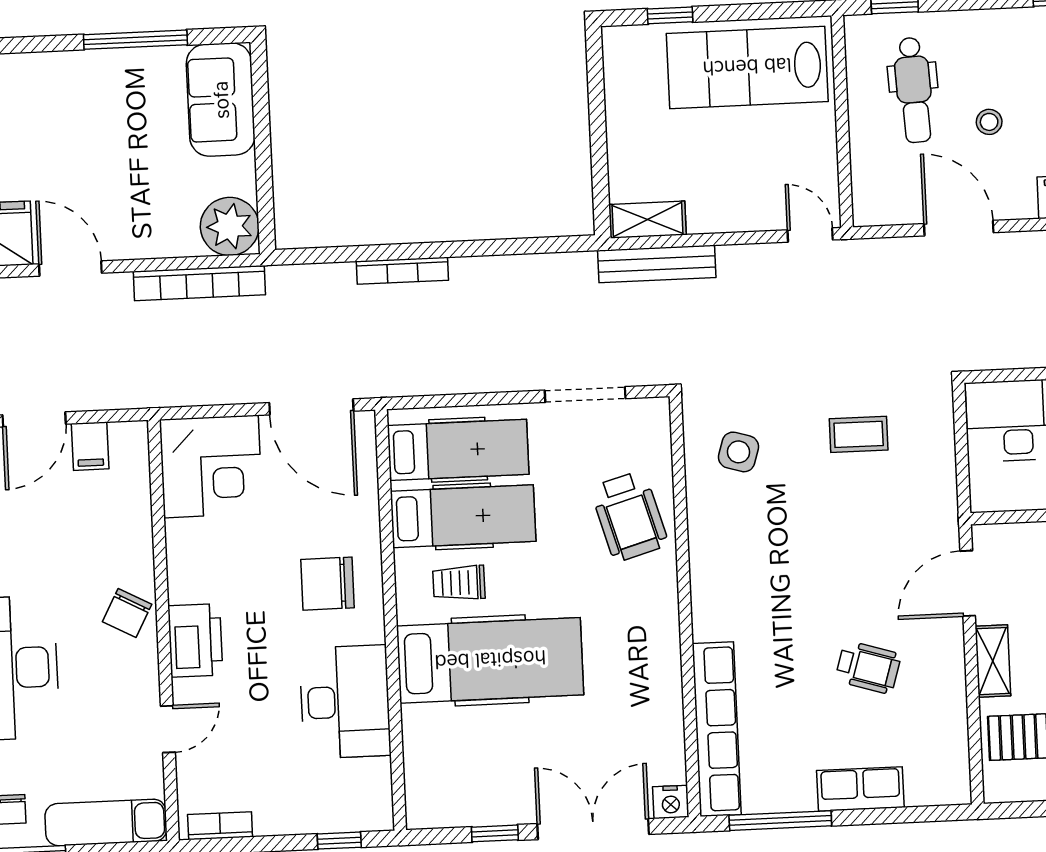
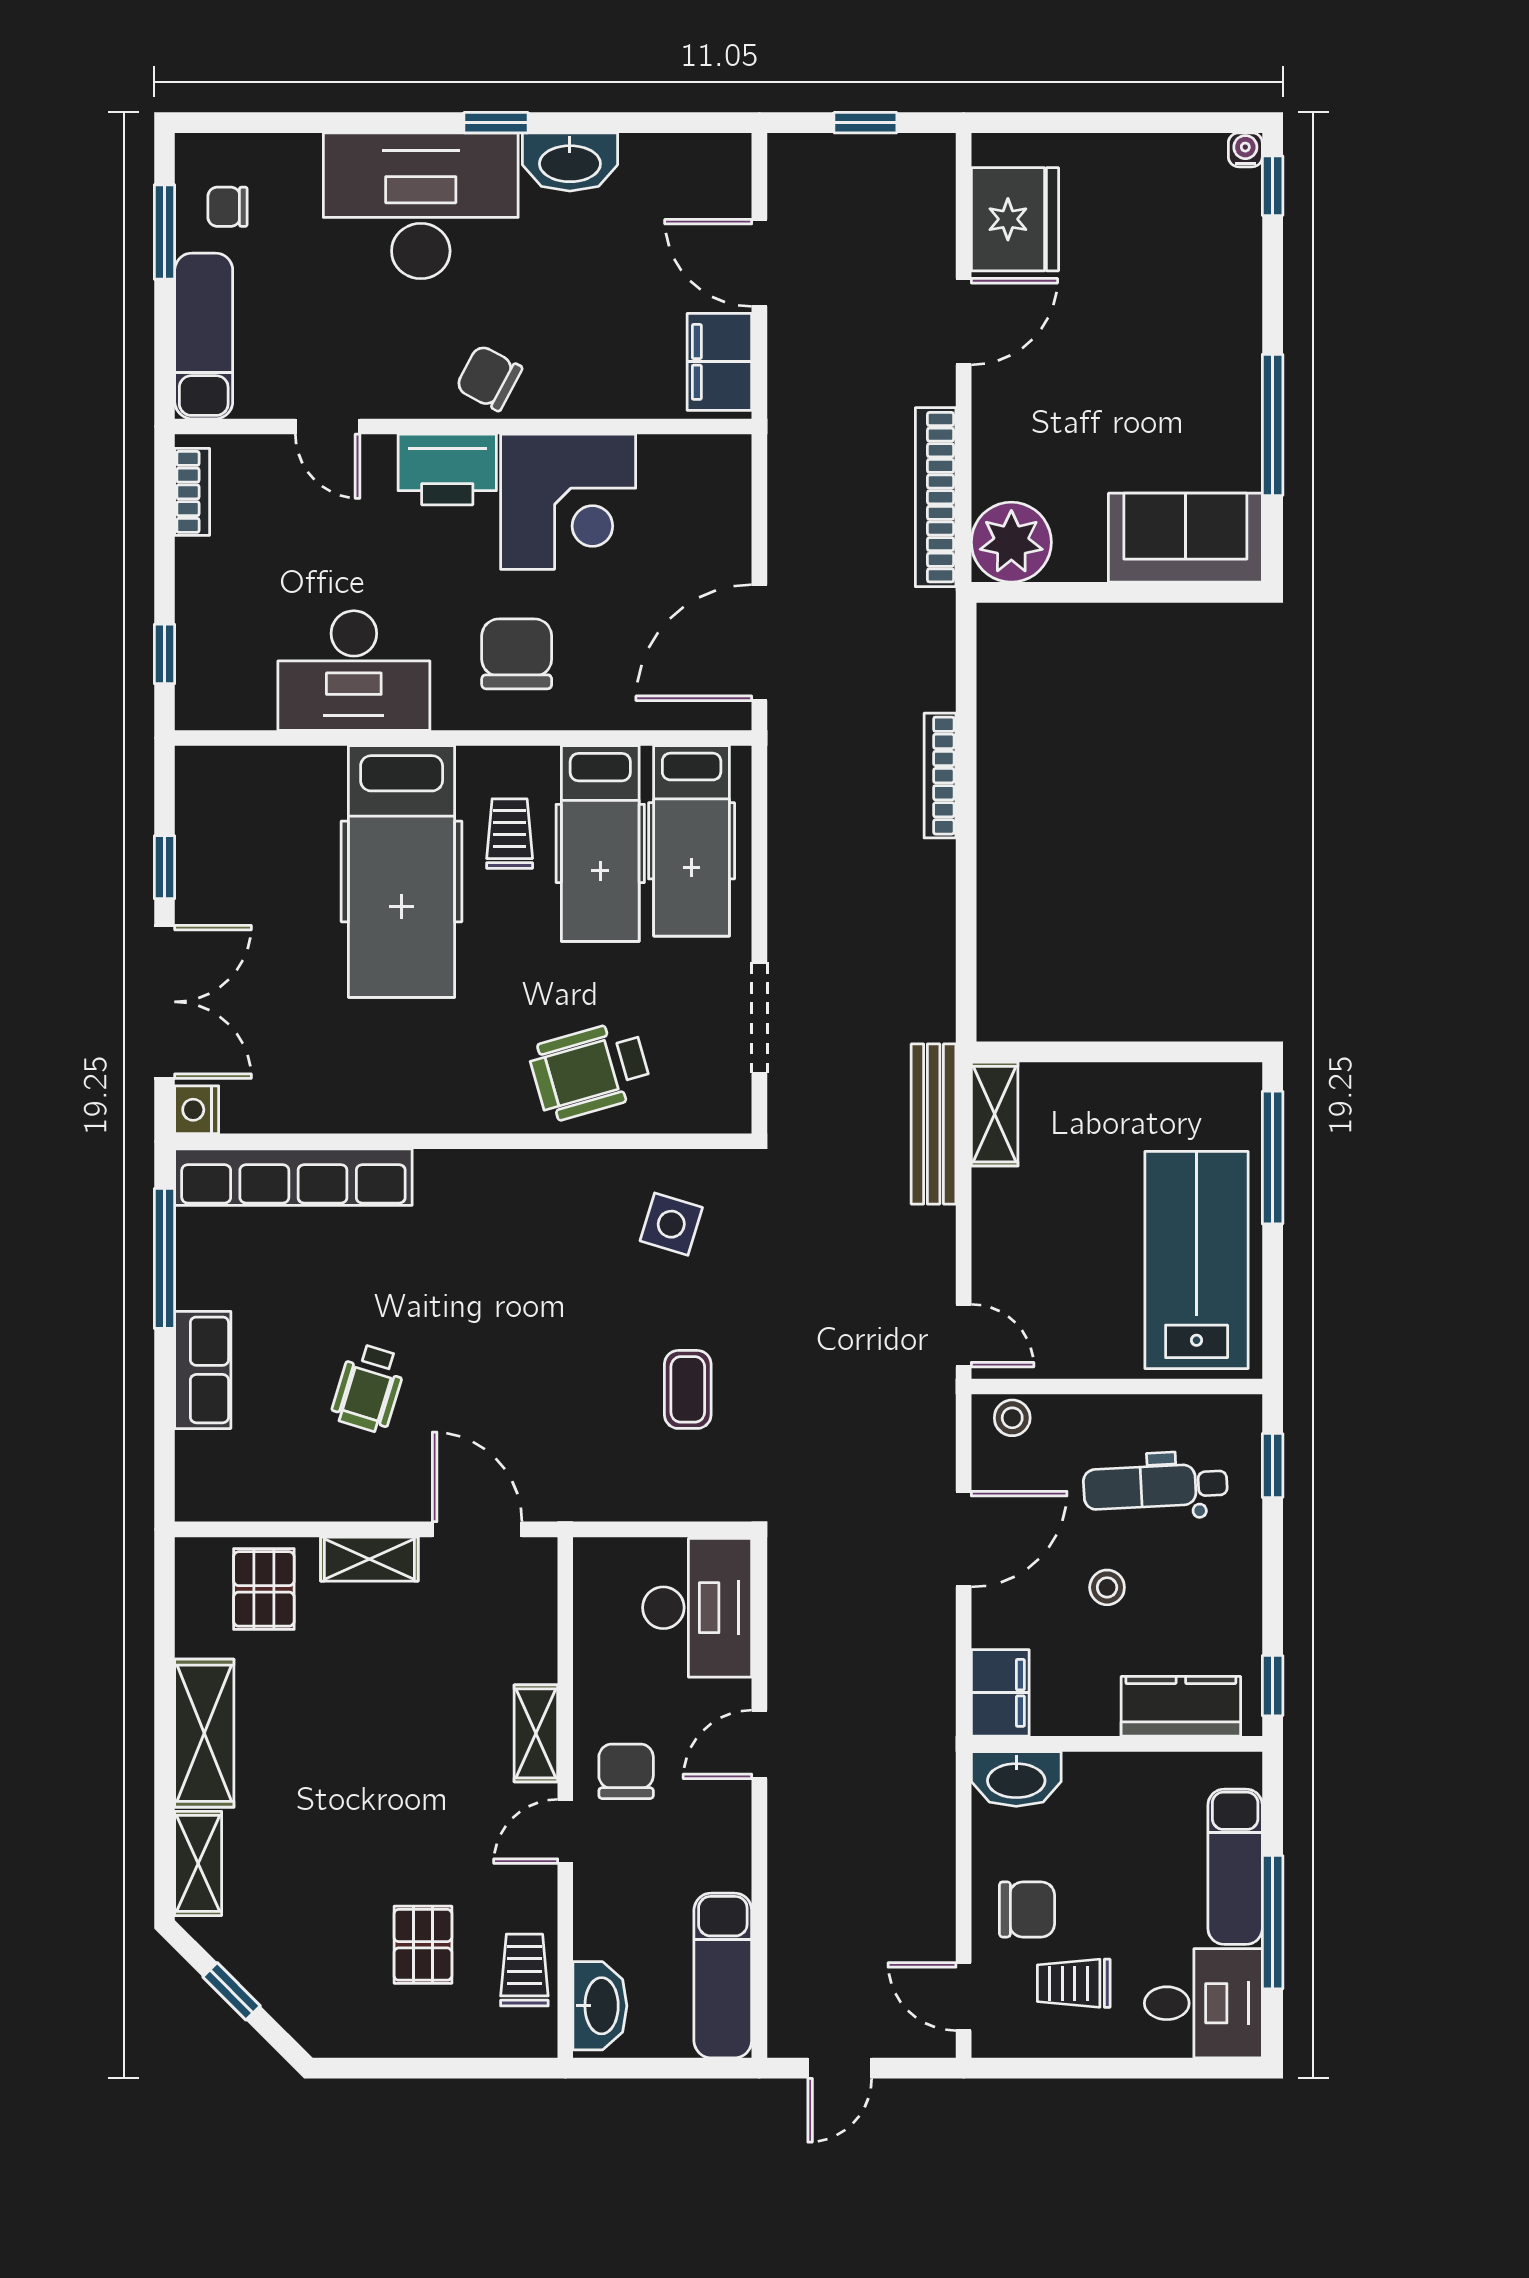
window: (670, 15) -> (1273, 1158), width x2.17
stool: (869, 197) -> (1012, 1418), added
door: (810, 235) -> (964, 1336), hinge flipped
filing cabinet: (90, 446) -> (719, 362), width x2.00
corner desk: (211, 466) -> (568, 502), moved, turned -90

